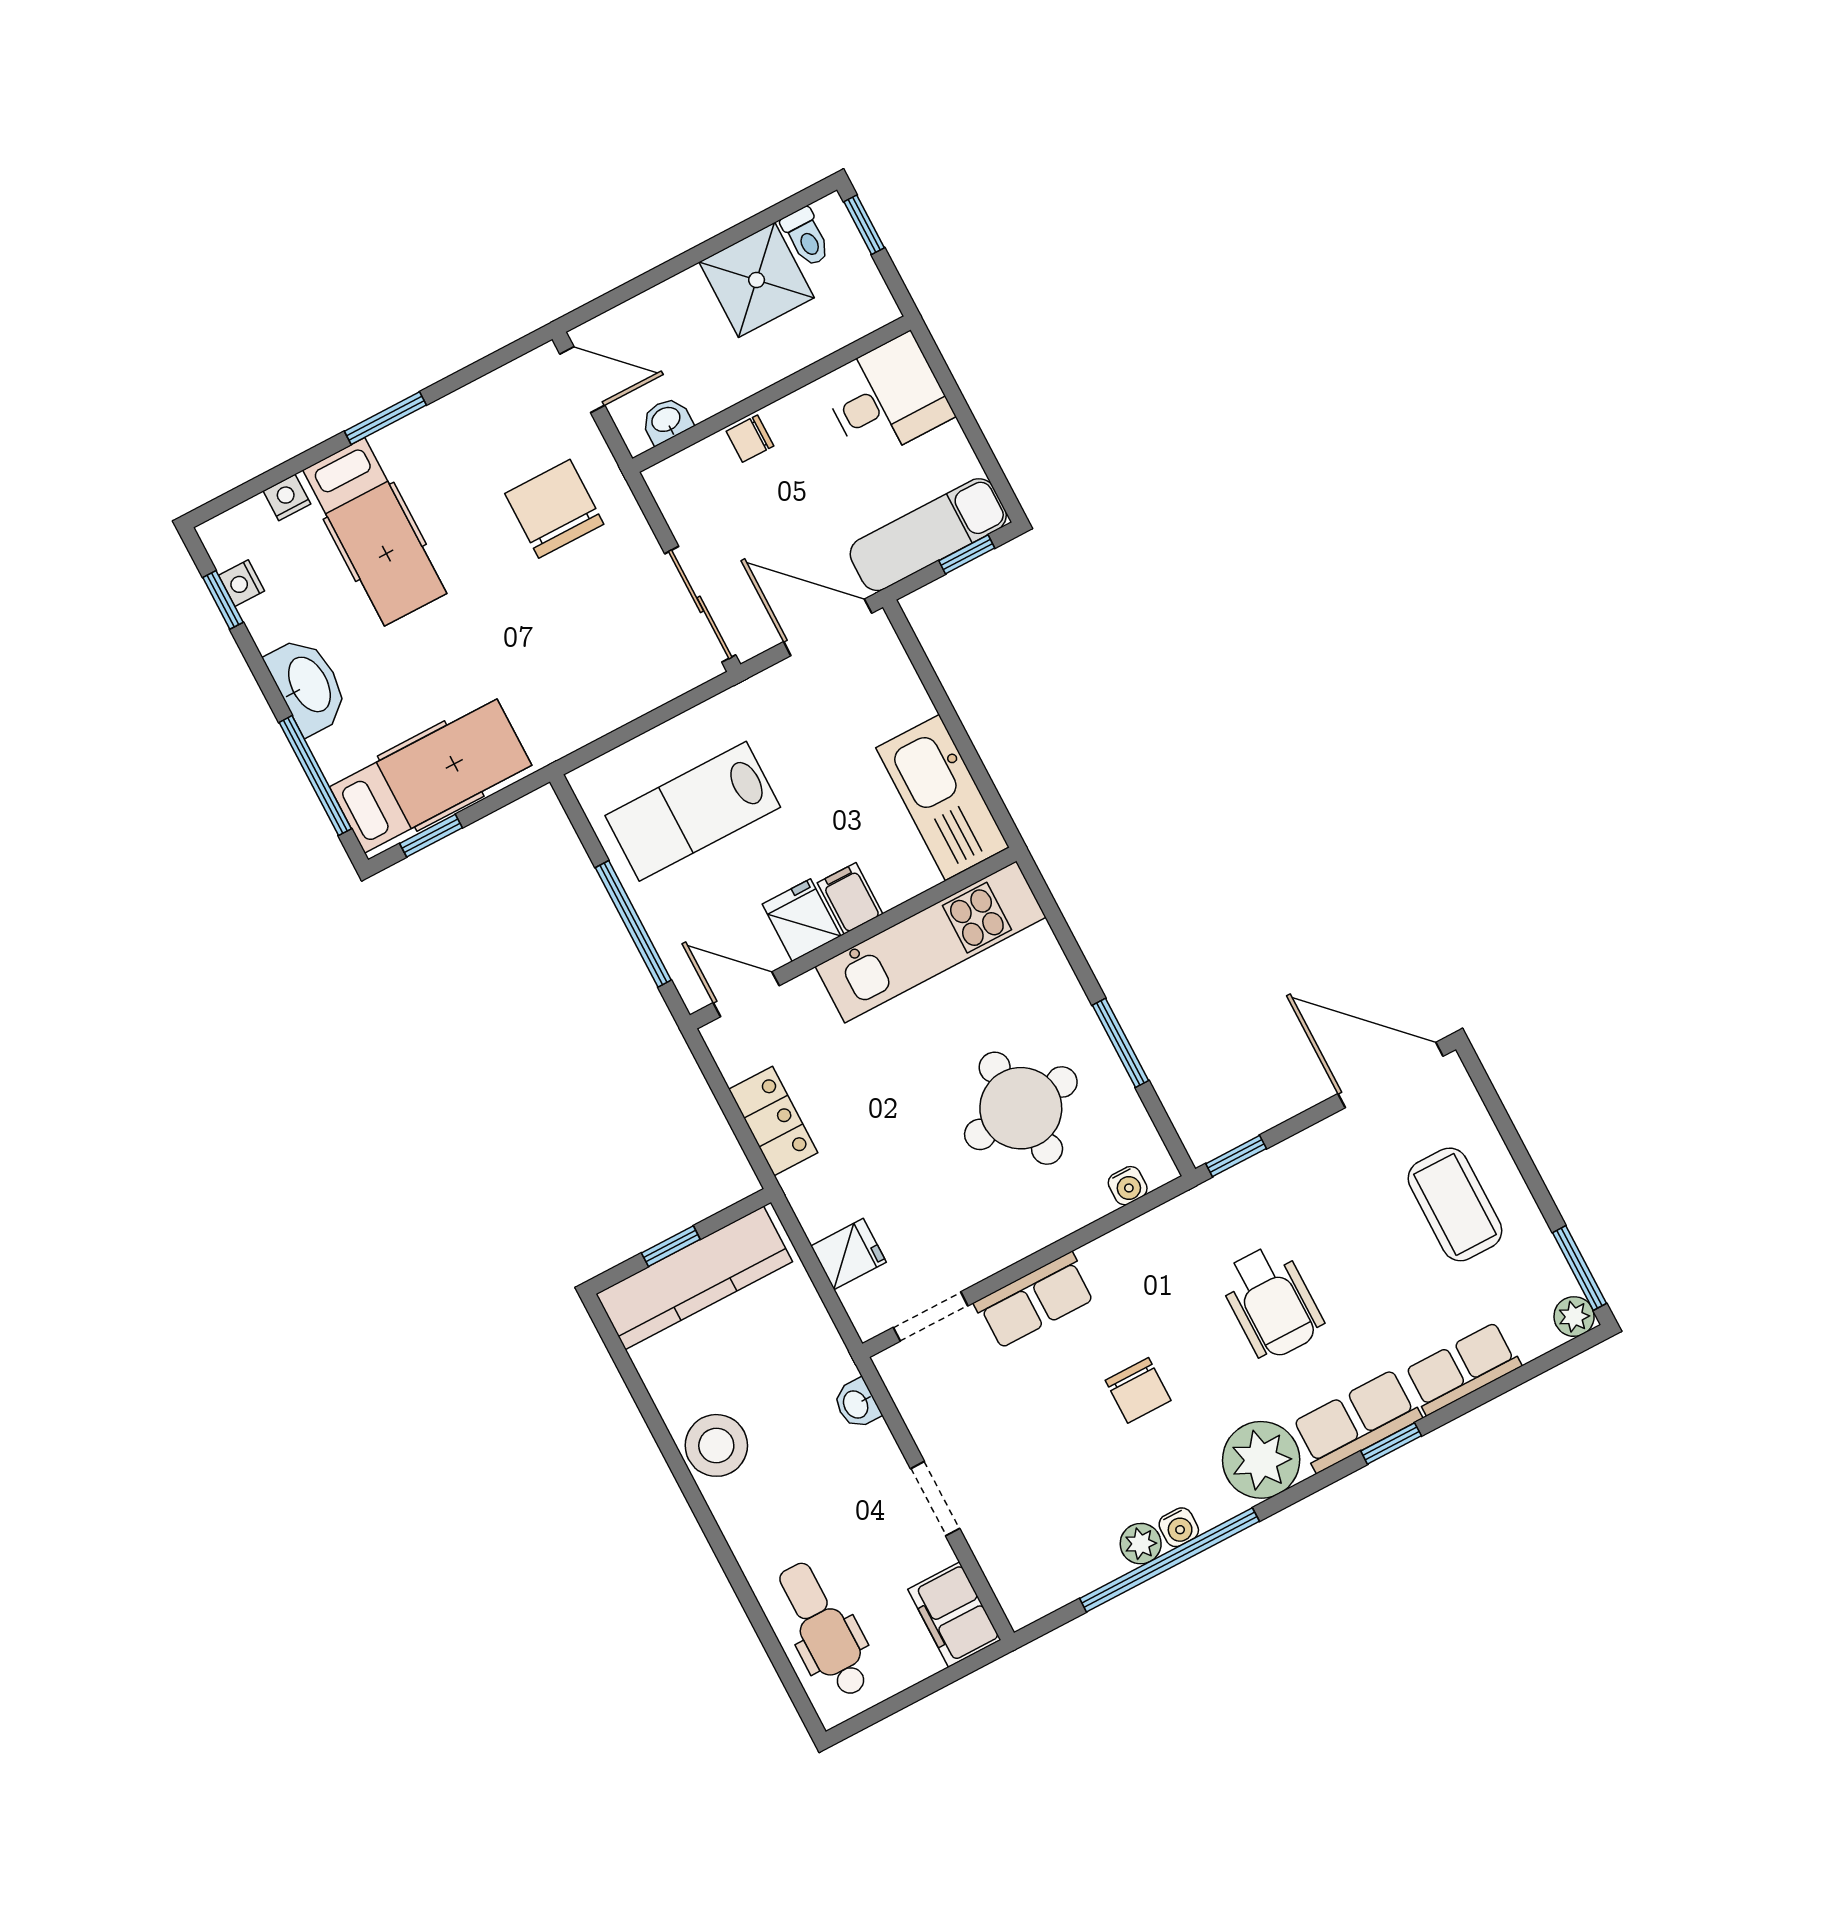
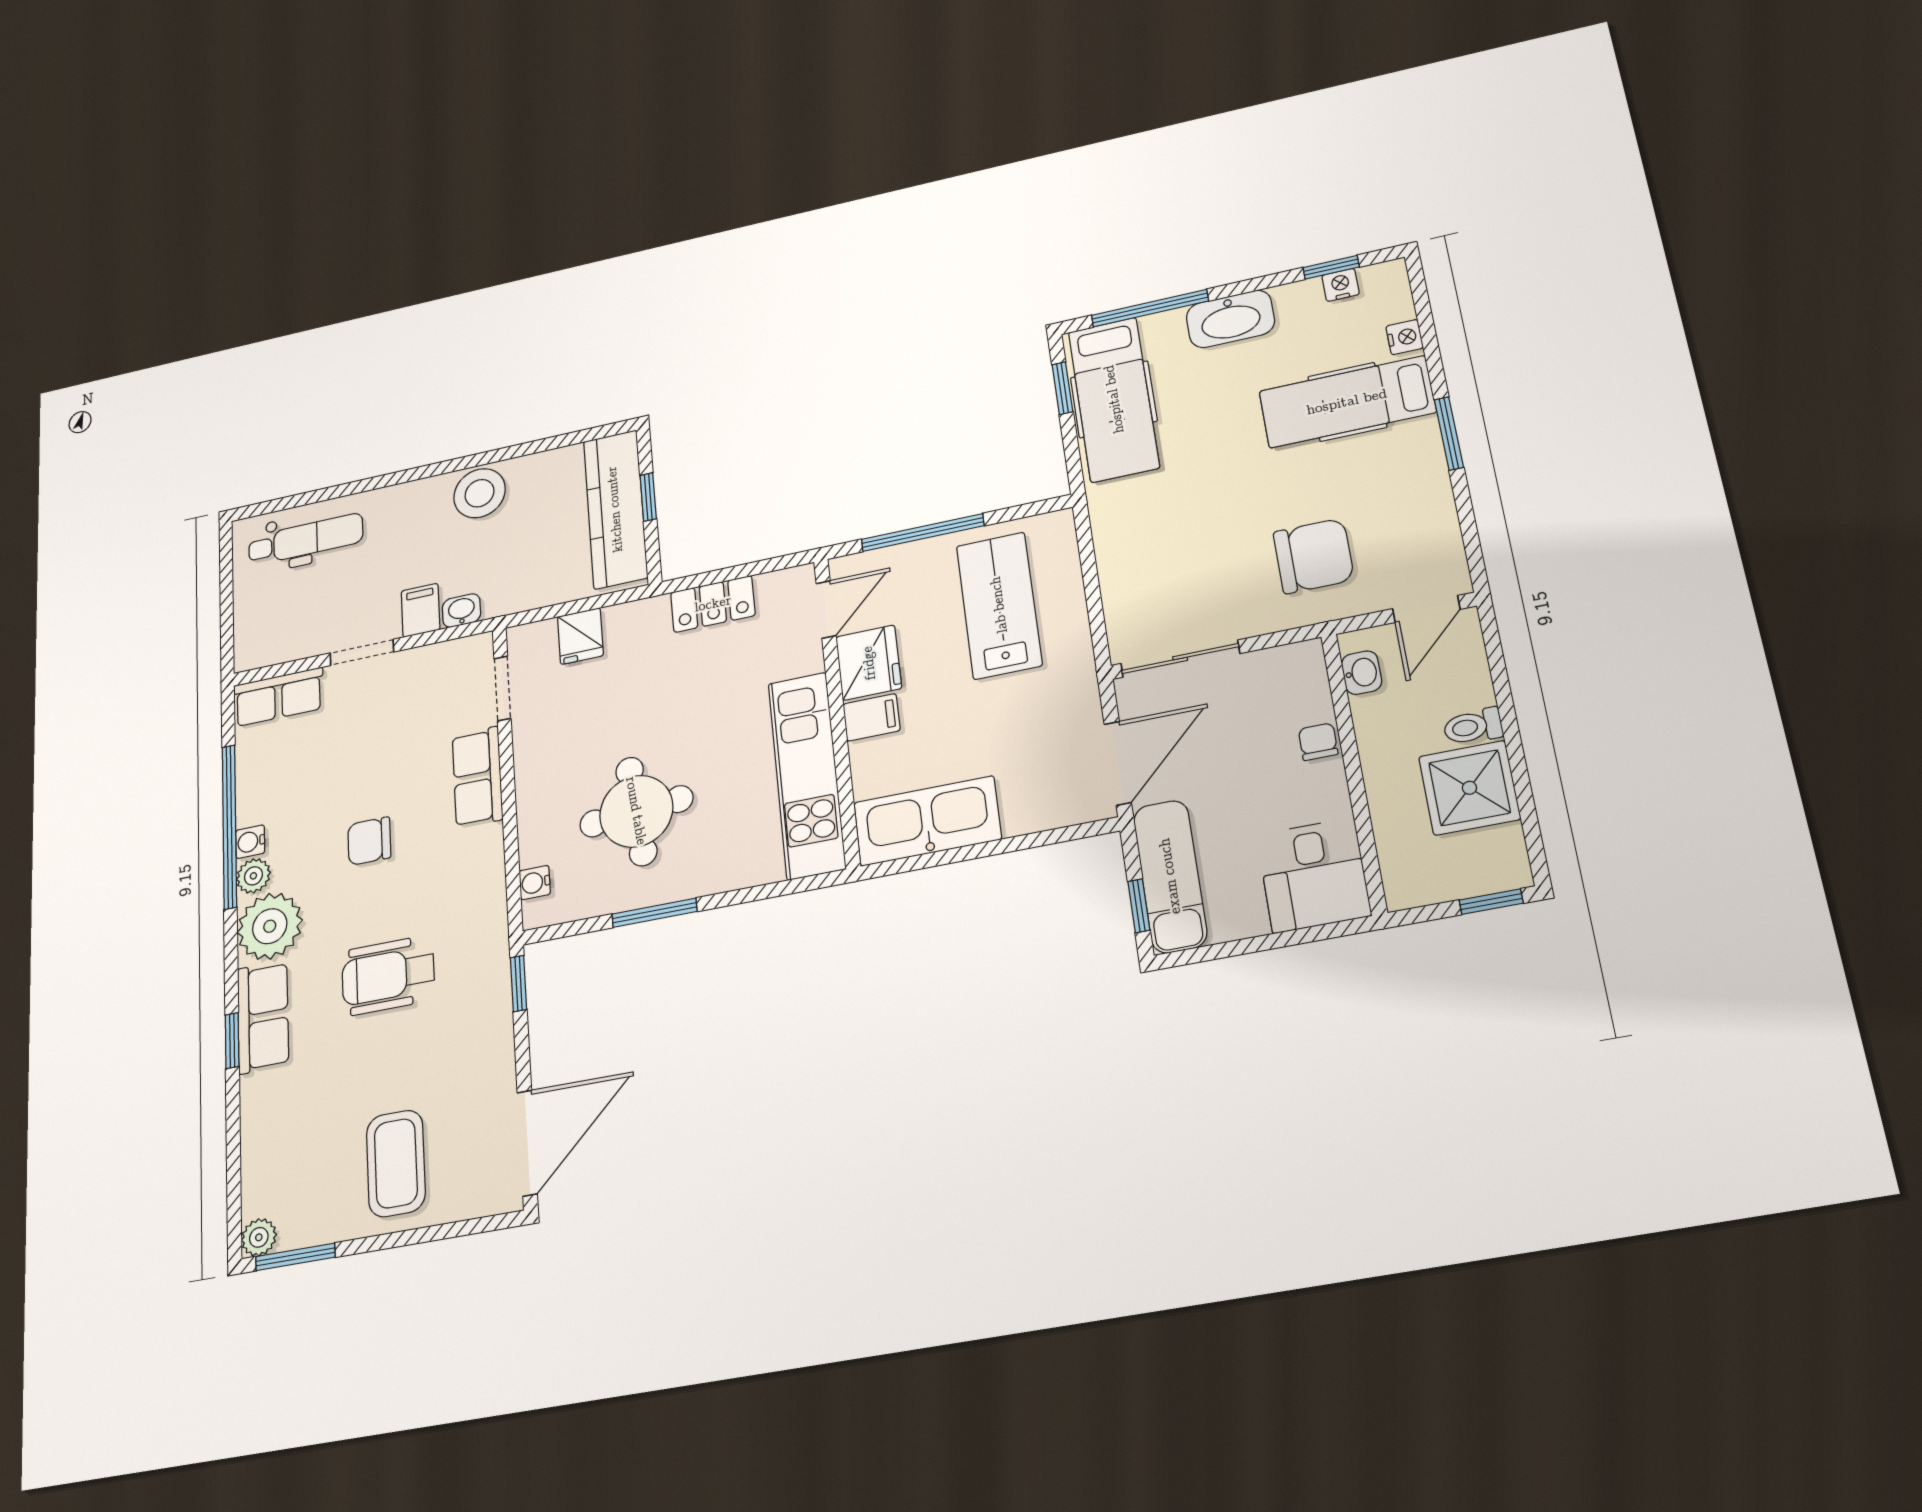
toilet: (806, 237) -> (1473, 727), moved
fridge: (801, 920) -> (869, 663), width x1.38
coffee table: (1455, 1204) -> (396, 1163), turned 90
row of seats: (1462, 1368) -> (278, 697), moved, turned 90
plant: (1141, 1544) -> (253, 876), moved
filing cabinet: (954, 1615) -> (421, 610), moved, width x0.50

